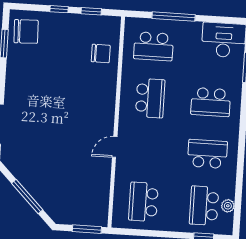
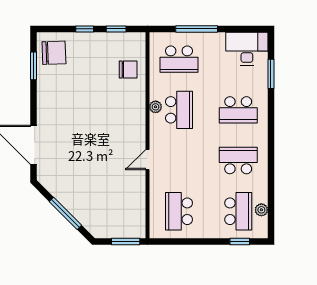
plant: (126, 93) -> (156, 107), added
school desk: (204, 206) -> (238, 211), turned 180

